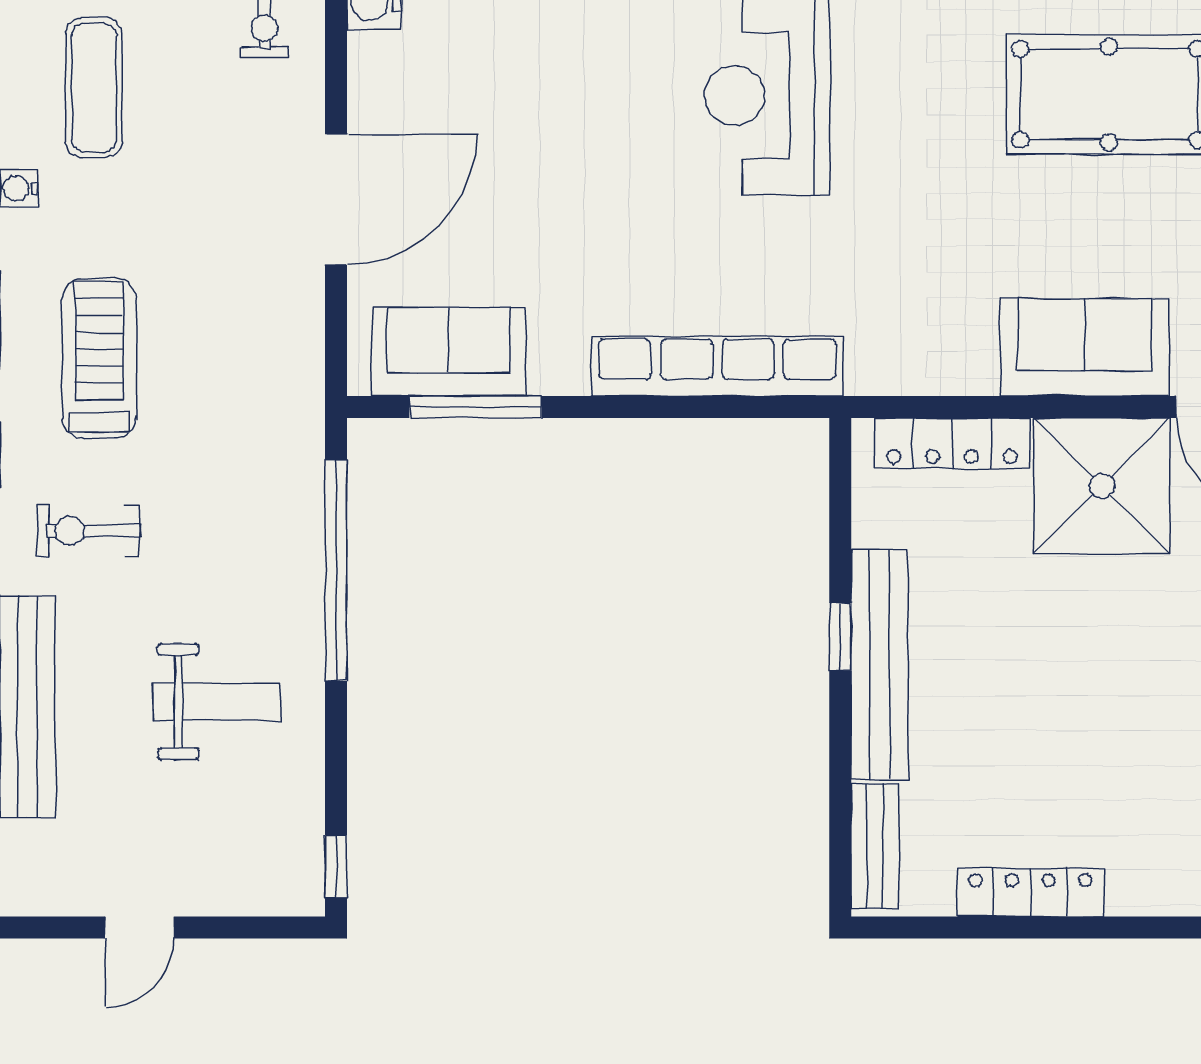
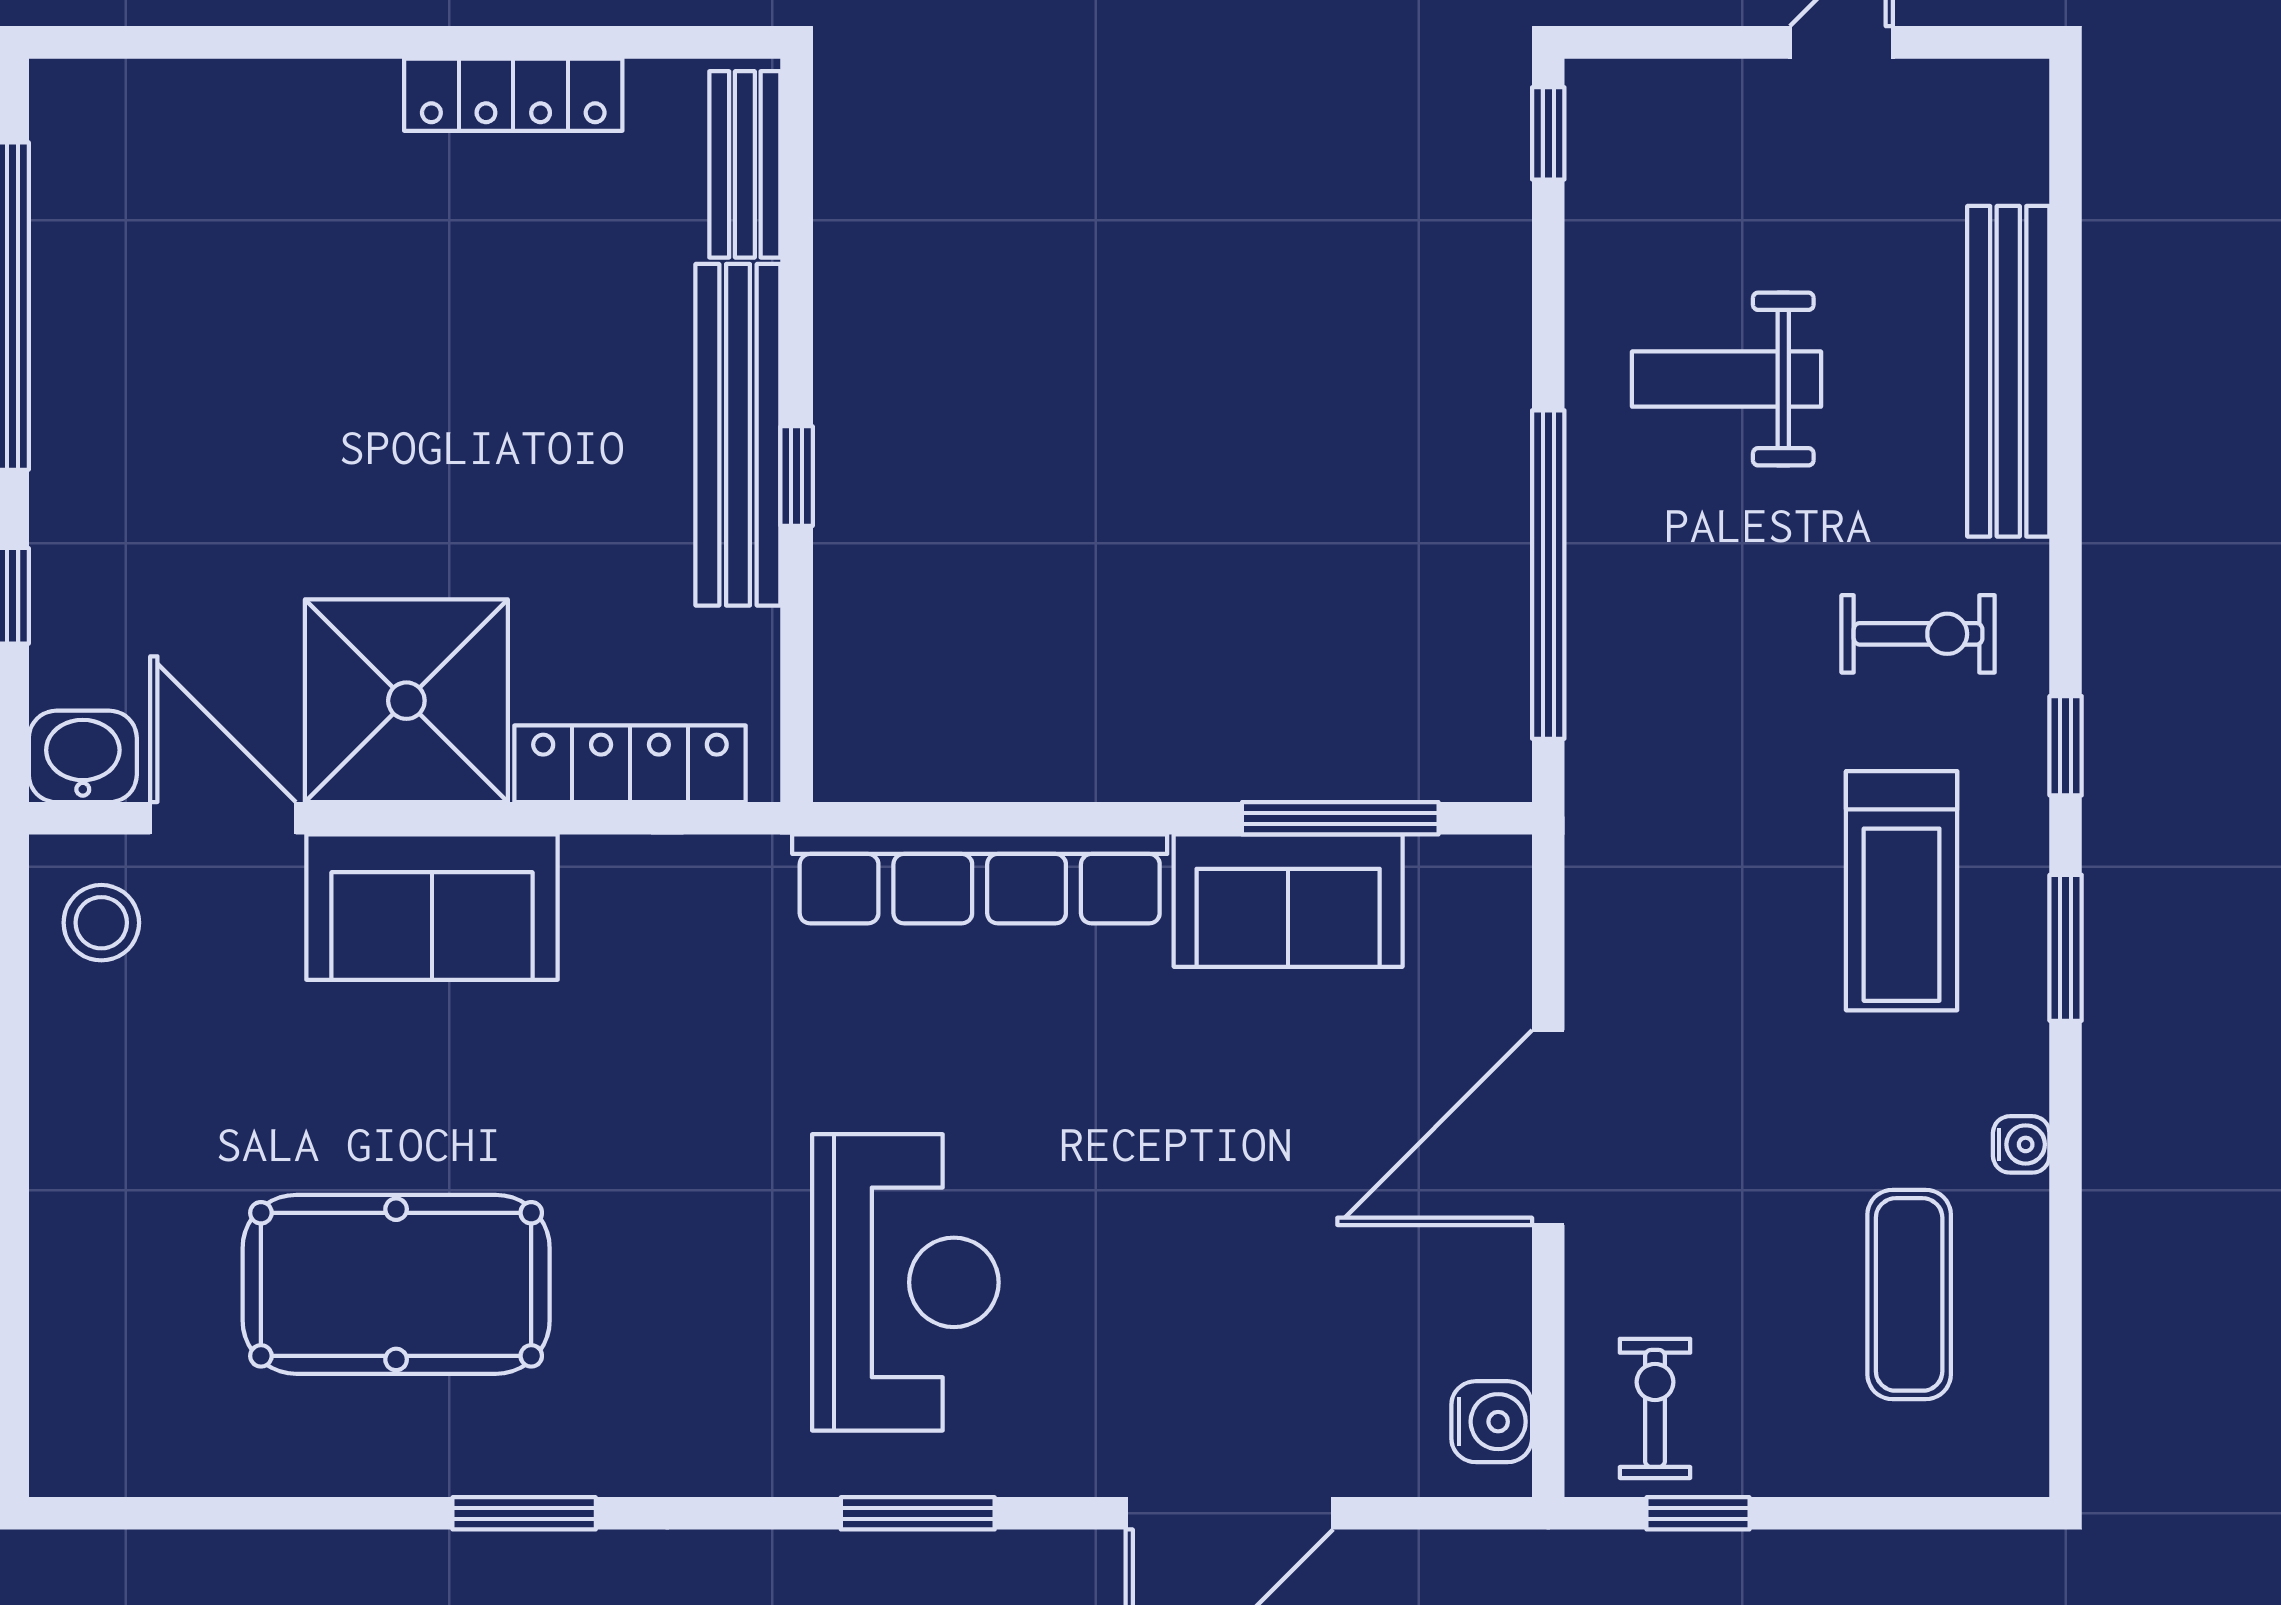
sofa: (448, 352) -> (1288, 901), moved

